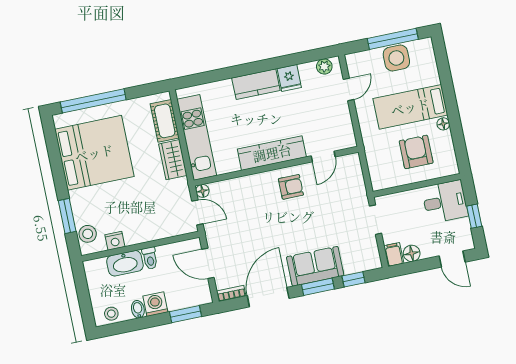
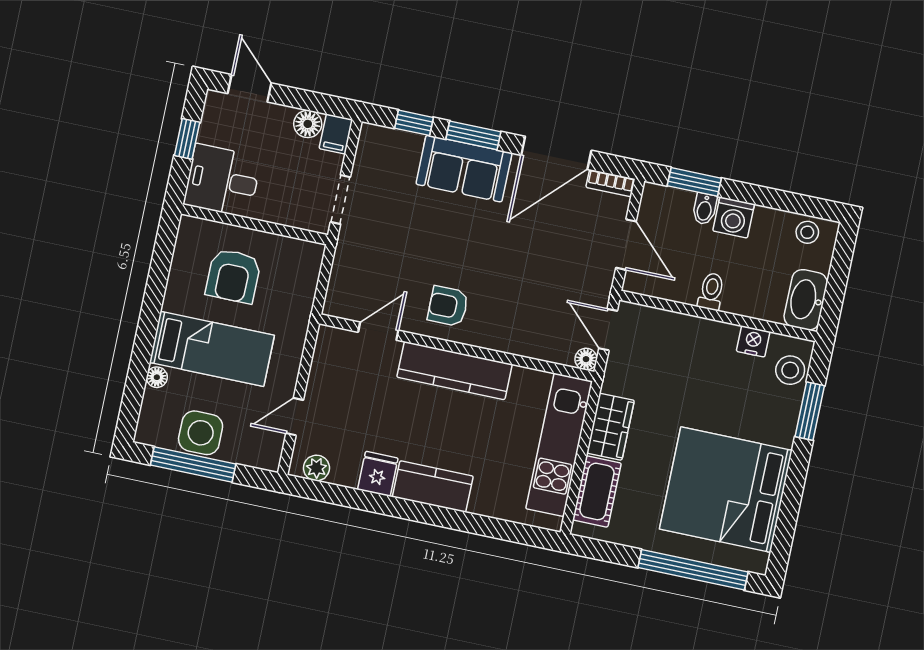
floor lamp: (443, 124) -> (157, 377), moved
washbasin: (125, 263) -> (806, 300), moved, turned -90
bidet: (138, 309) -> (705, 209), moved

